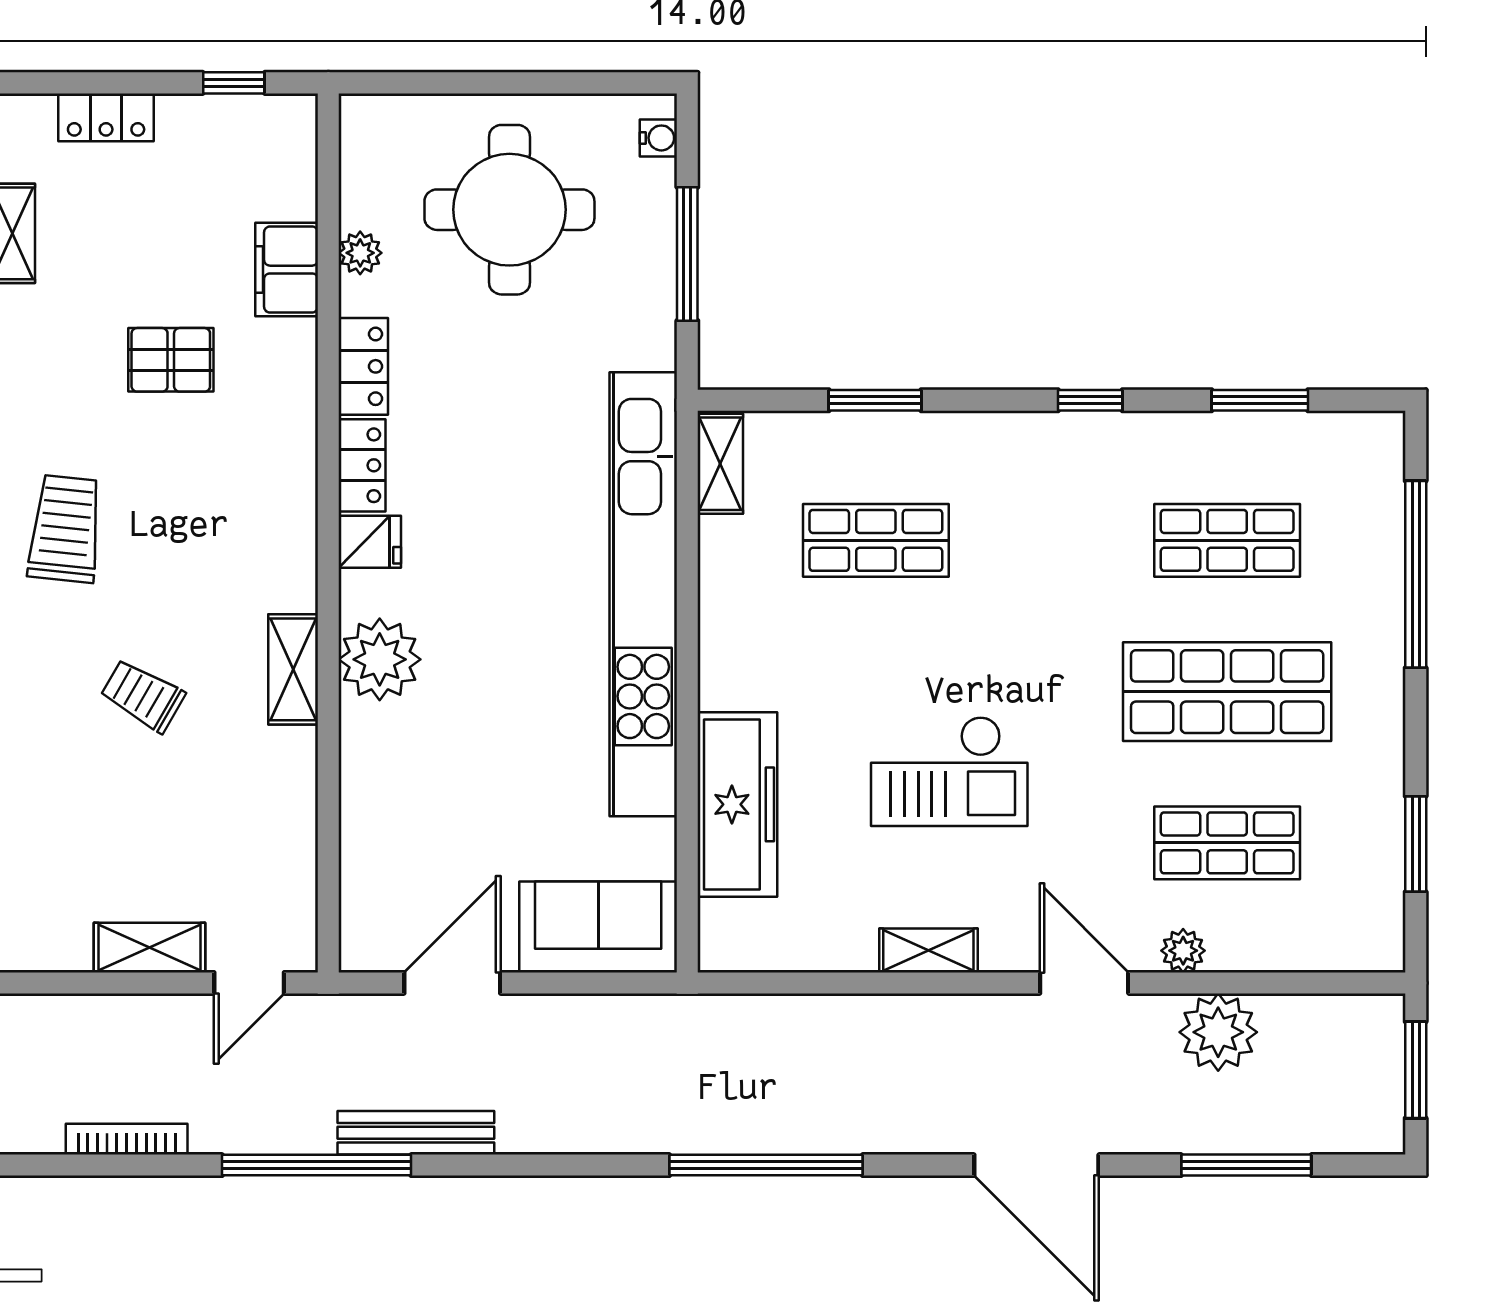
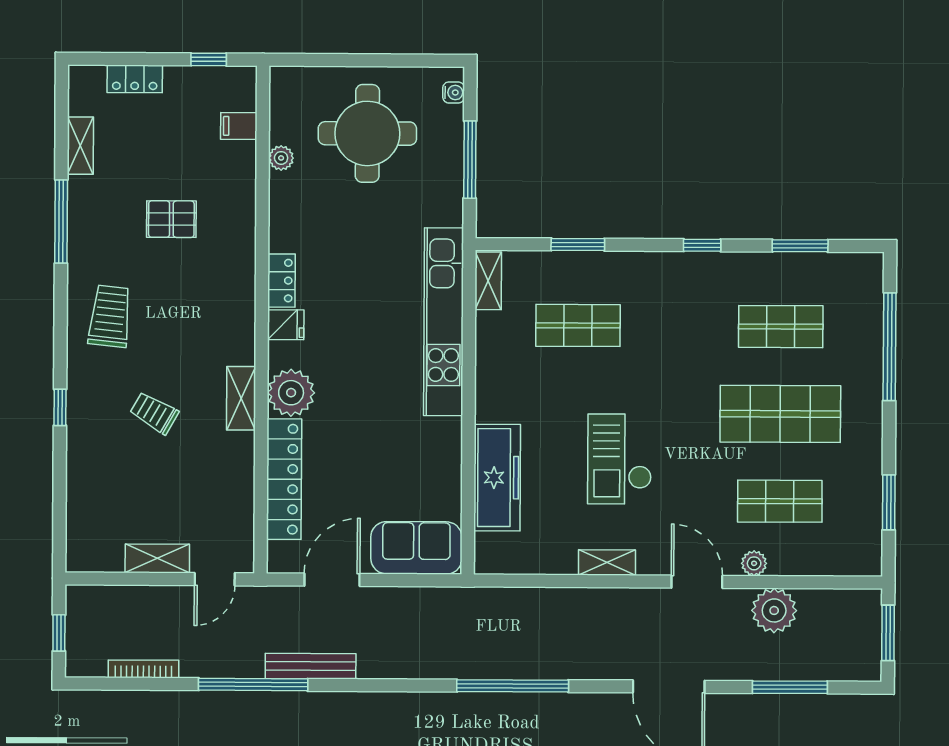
filing cabinet: (287, 270) -> (239, 126), moved, width x0.50
locker: (363, 366) -> (284, 479), moved, width x2.16, depth x1.21
kitchen unit: (643, 594) -> (444, 322), width x0.73
checkout: (949, 771) -> (620, 459), turned 90

